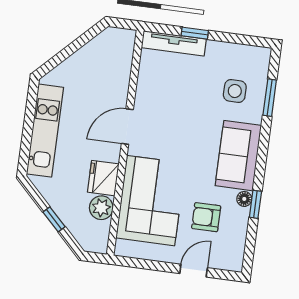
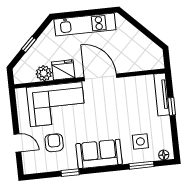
door: (127, 127) -> (101, 77), width x1.36
floor lamp: (244, 199) -> (164, 155), moved

